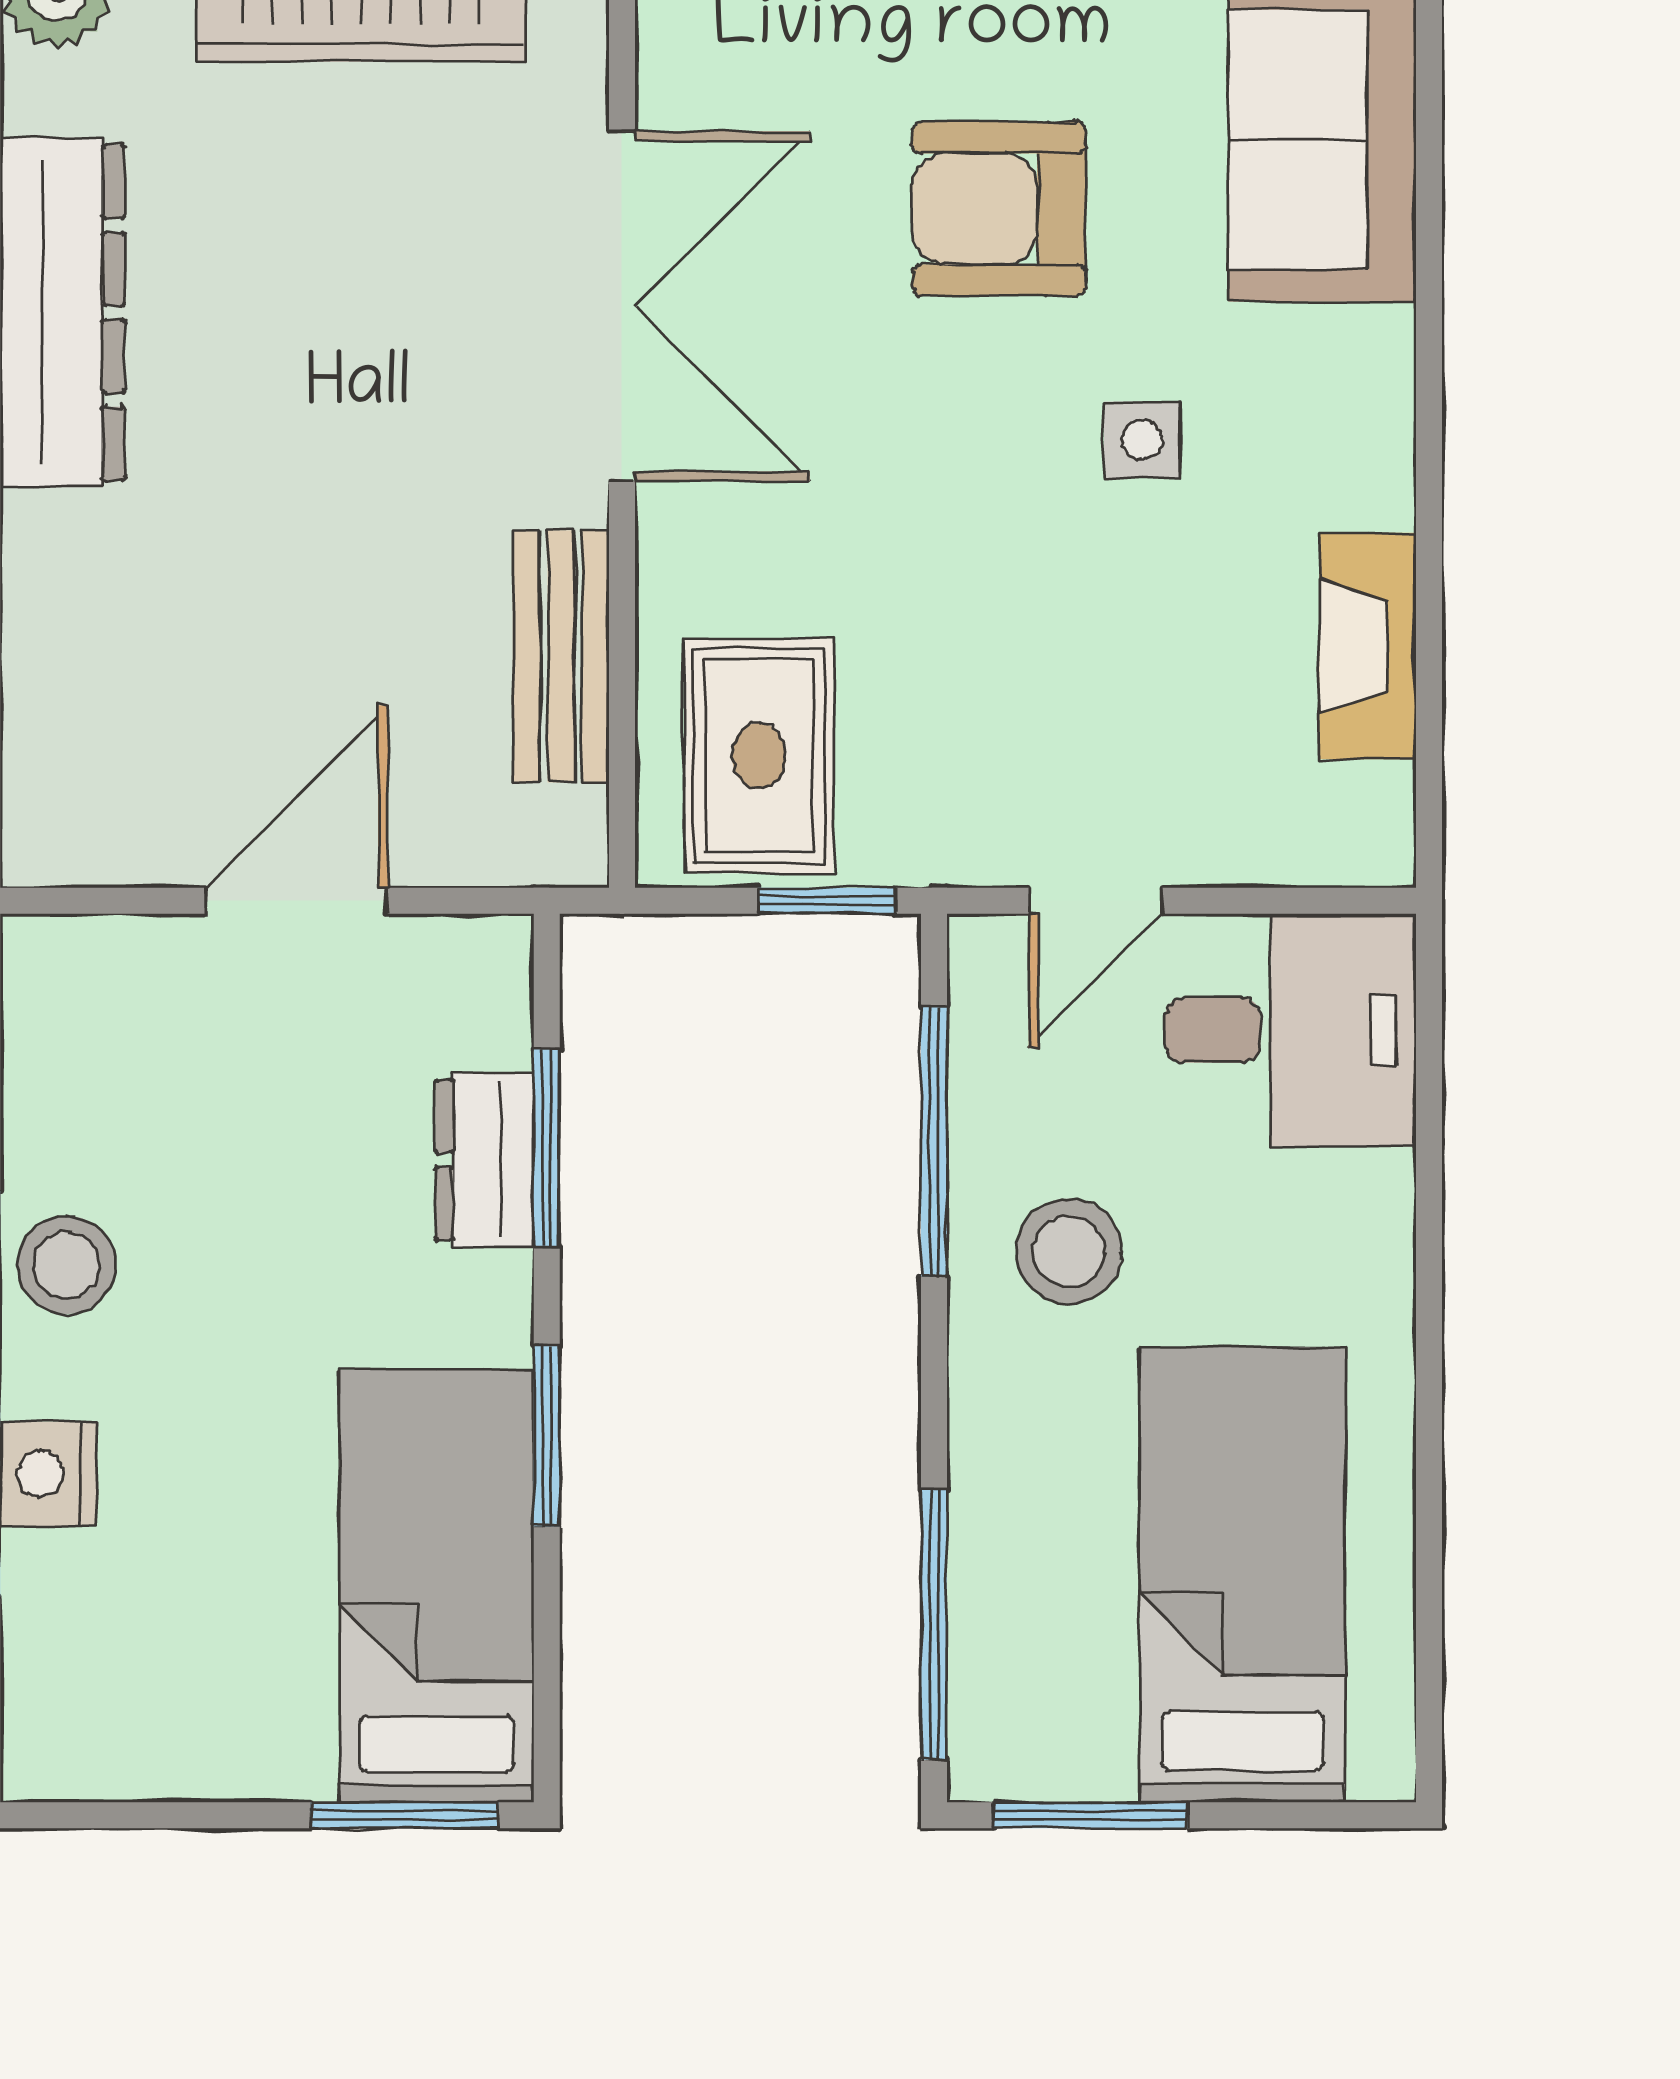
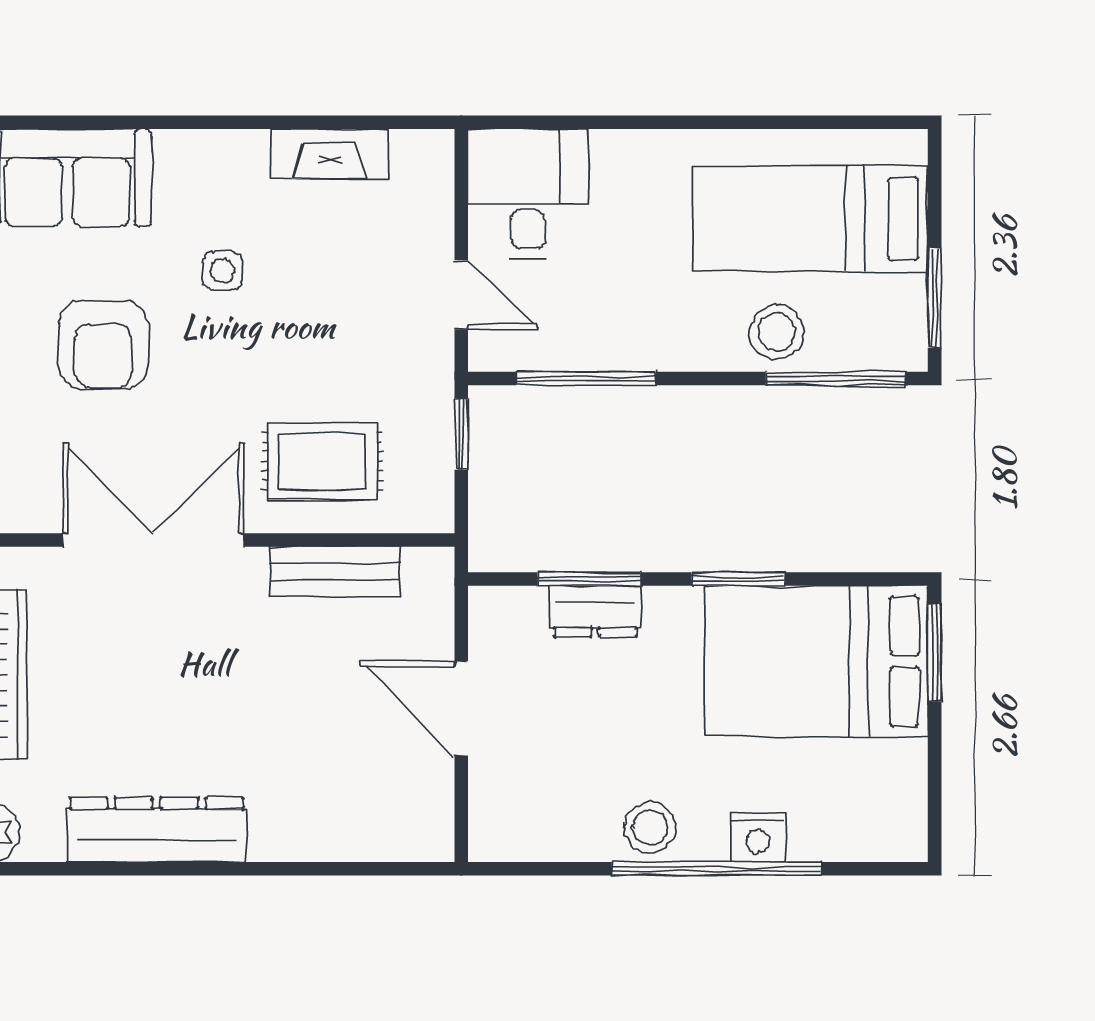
rug: (759, 756) -> (322, 461), moved
stool: (1069, 1251) -> (777, 332), moved
bed: (437, 1586) -> (816, 661), width x1.50

